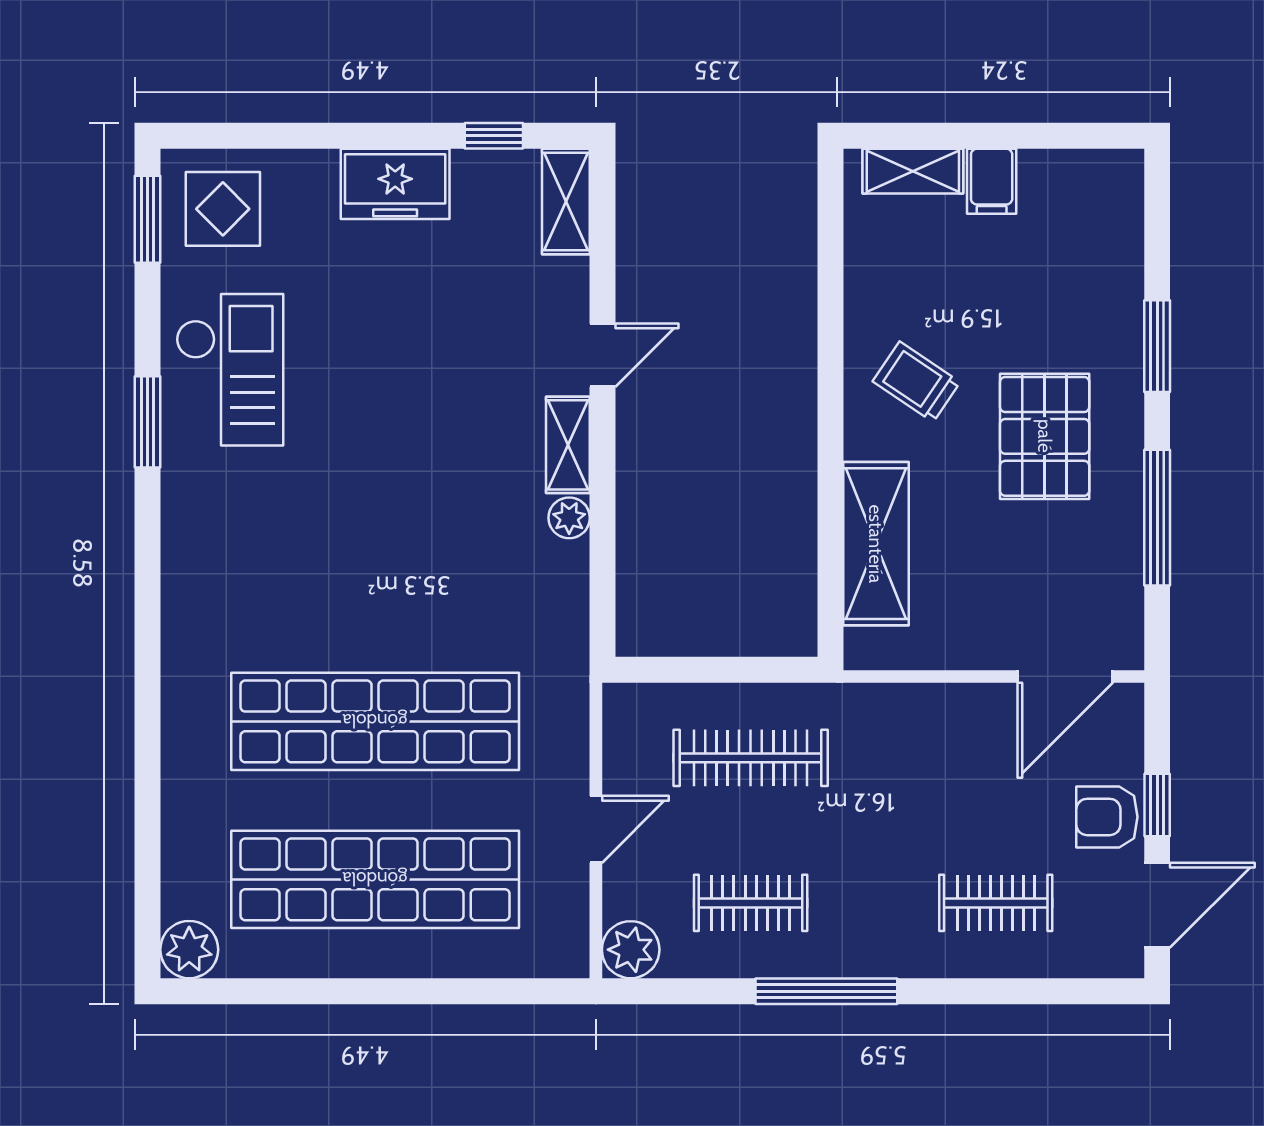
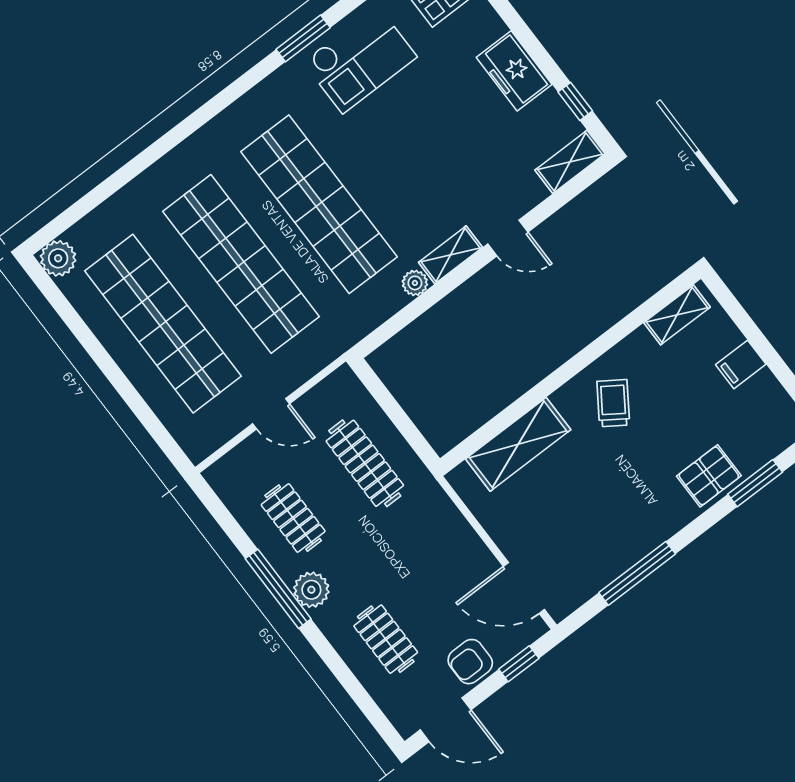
shelving: (913, 171) -> (677, 315), moved, turned 90
window: (1157, 346) -> (755, 483), moved
pallet: (1045, 436) -> (709, 476), moved, width x0.67, depth x0.71
shop shelf: (375, 563) -> (319, 204), added
window: (1157, 805) -> (519, 664), moved
armchair: (1107, 817) -> (470, 662), turned -90
plant: (631, 950) -> (311, 590), moved

